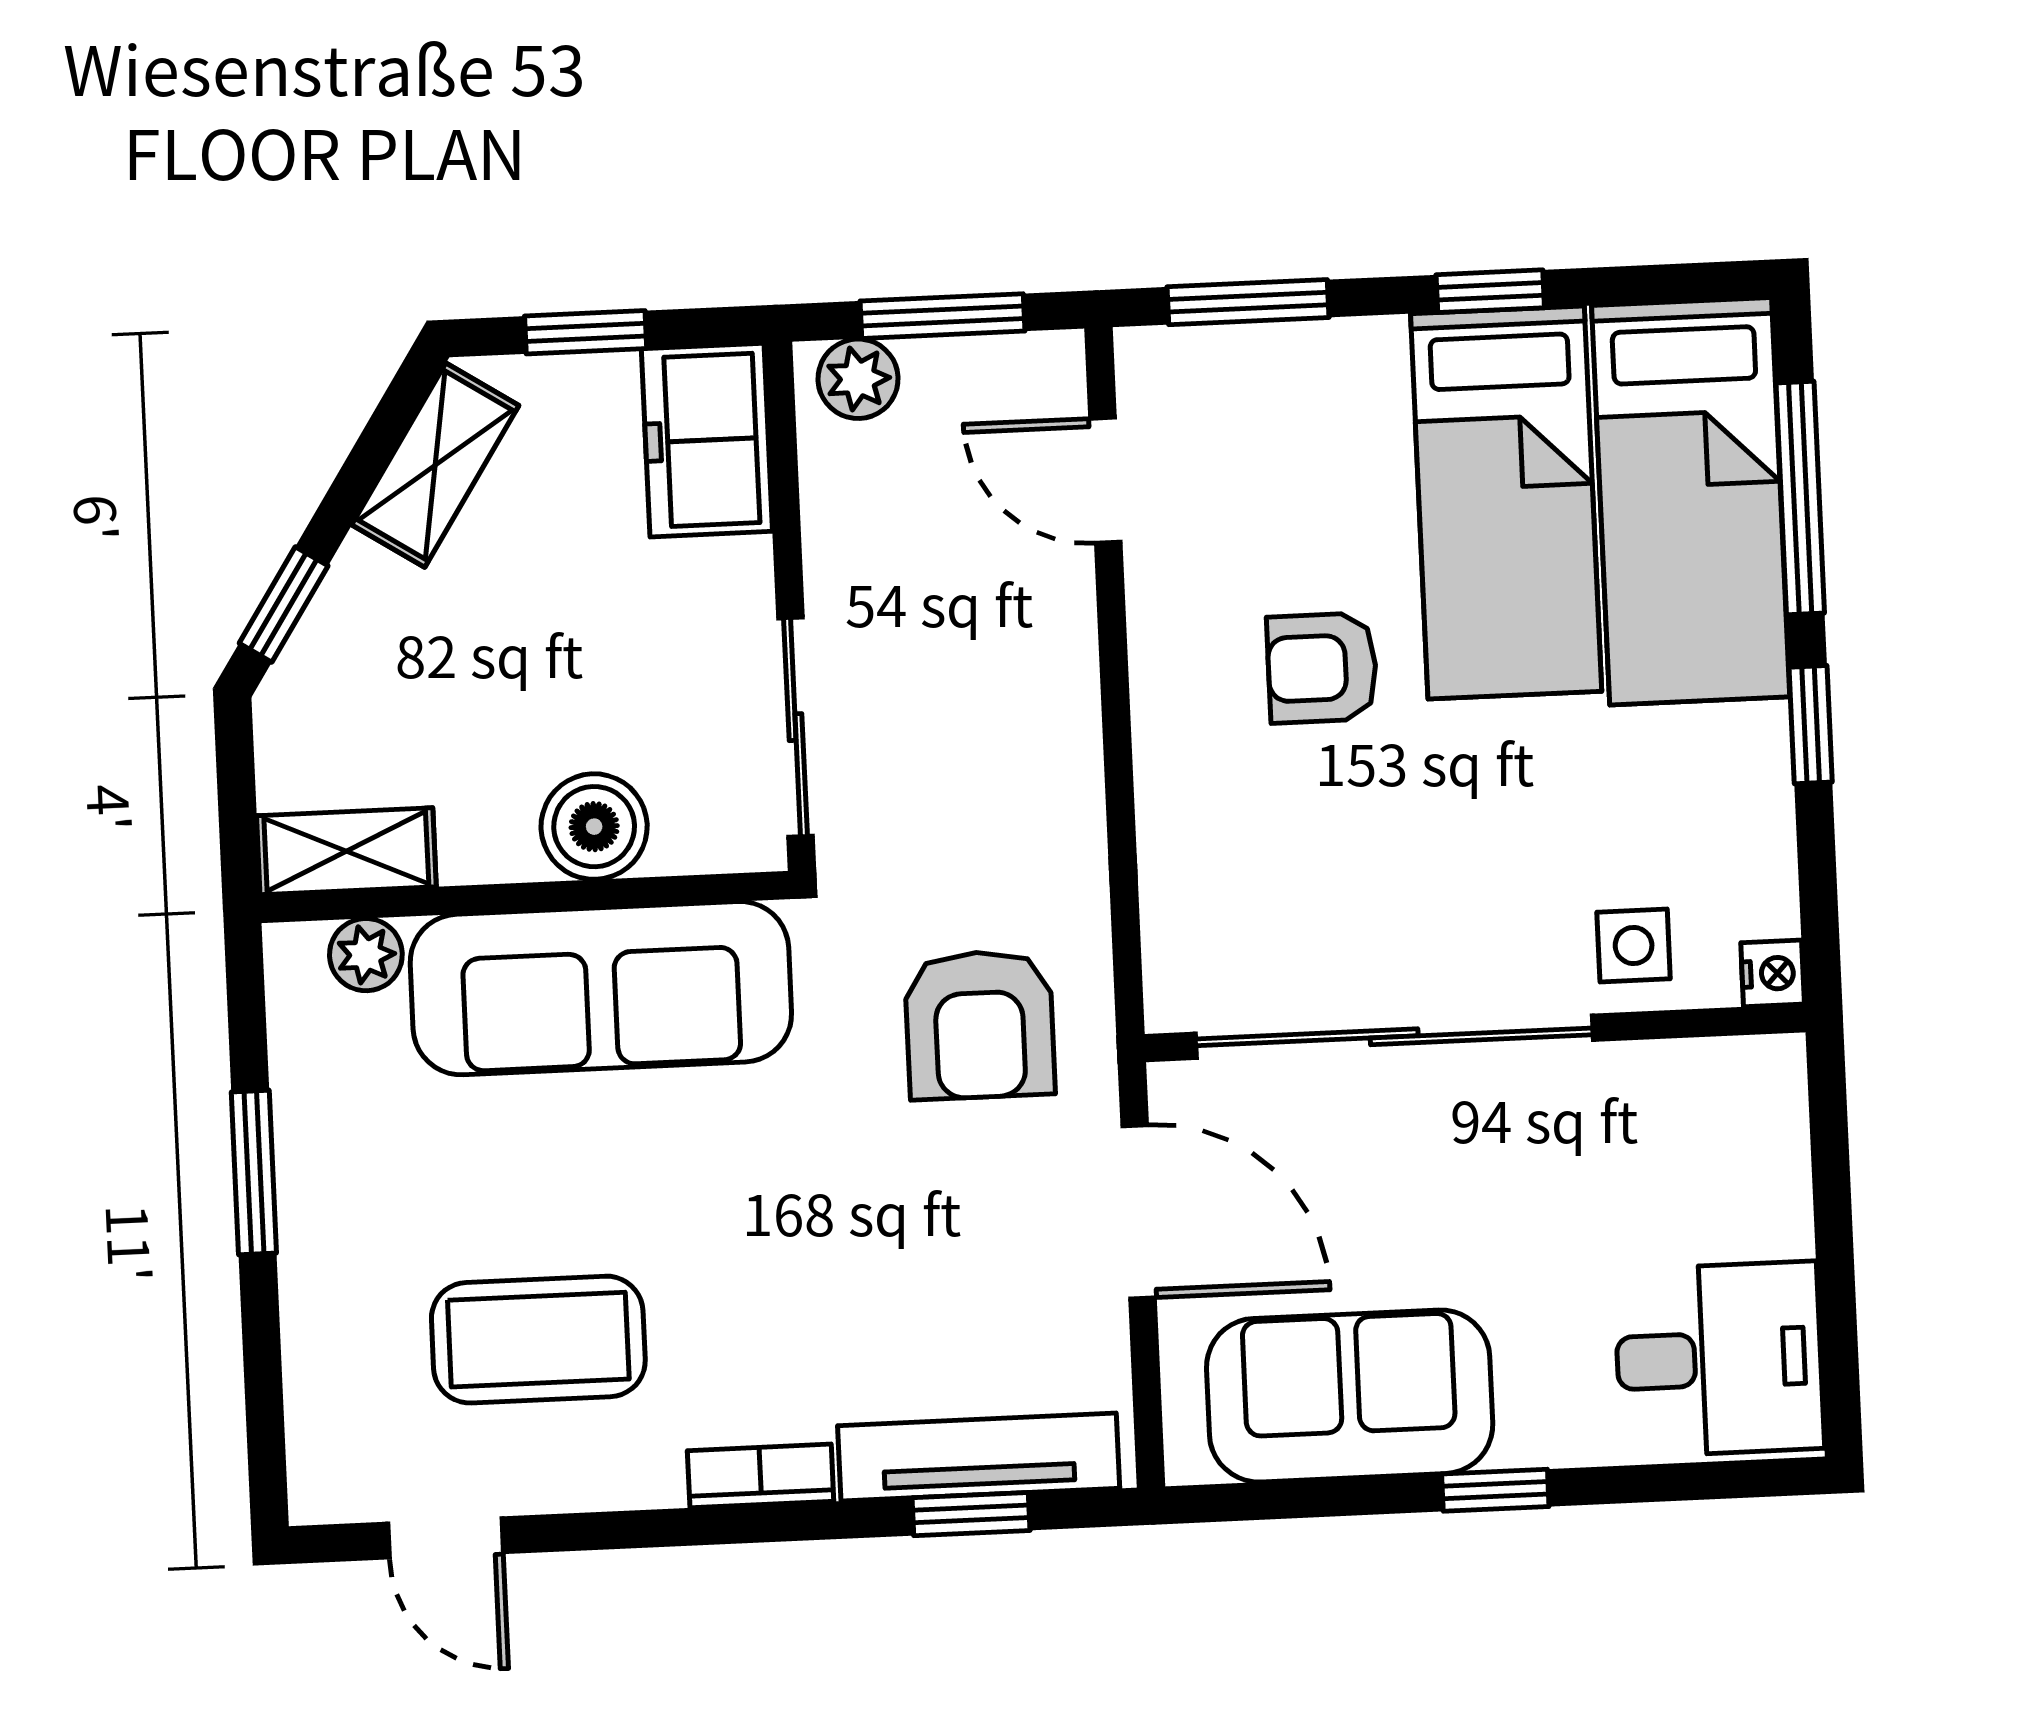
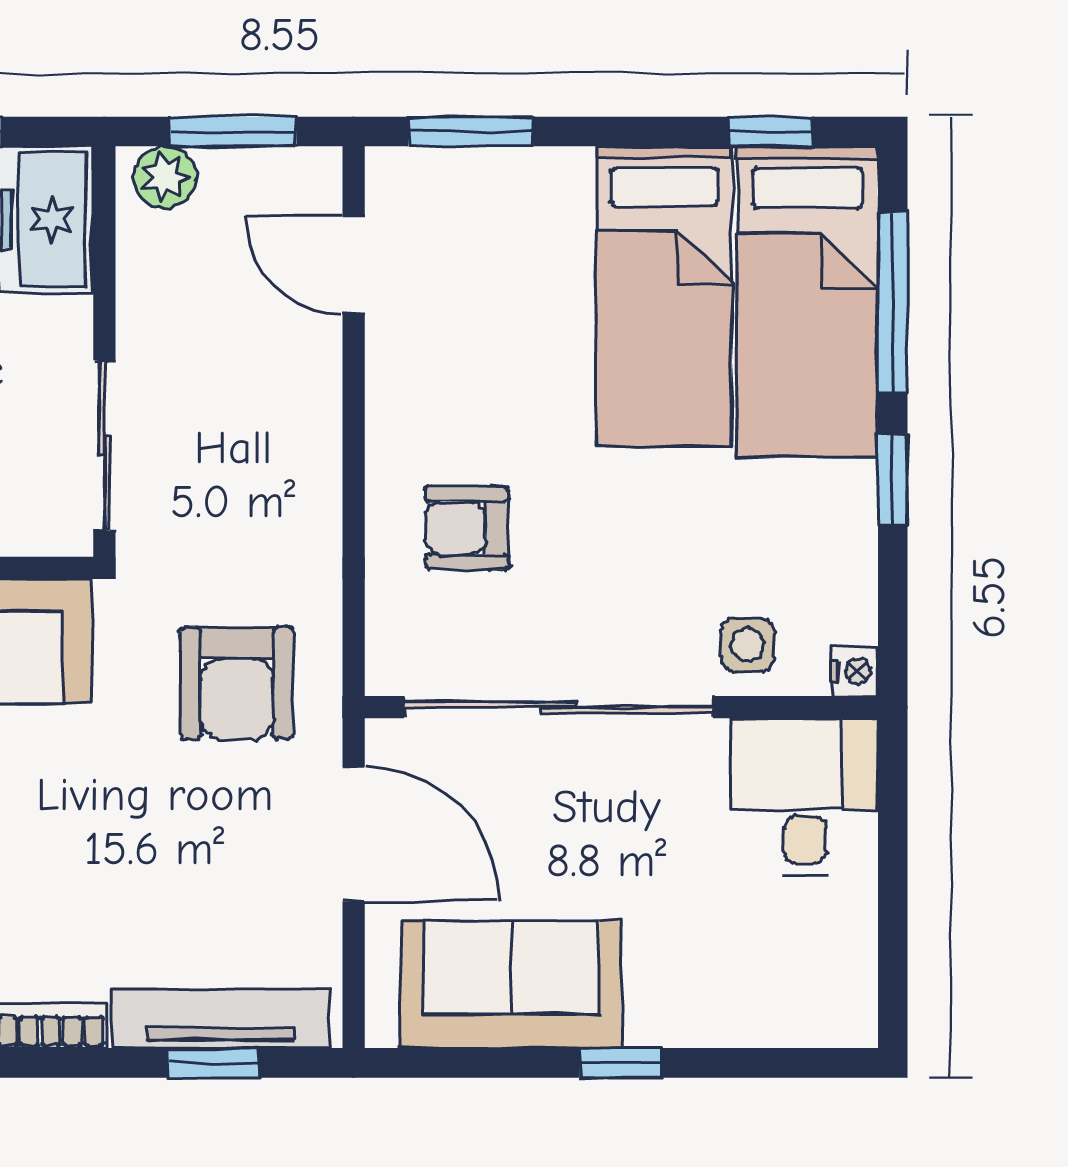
window: (1490, 291) -> (771, 131), moved
armchair: (1322, 668) -> (467, 528), moved
desk: (1719, 1359) -> (805, 797), moved, turned -90

